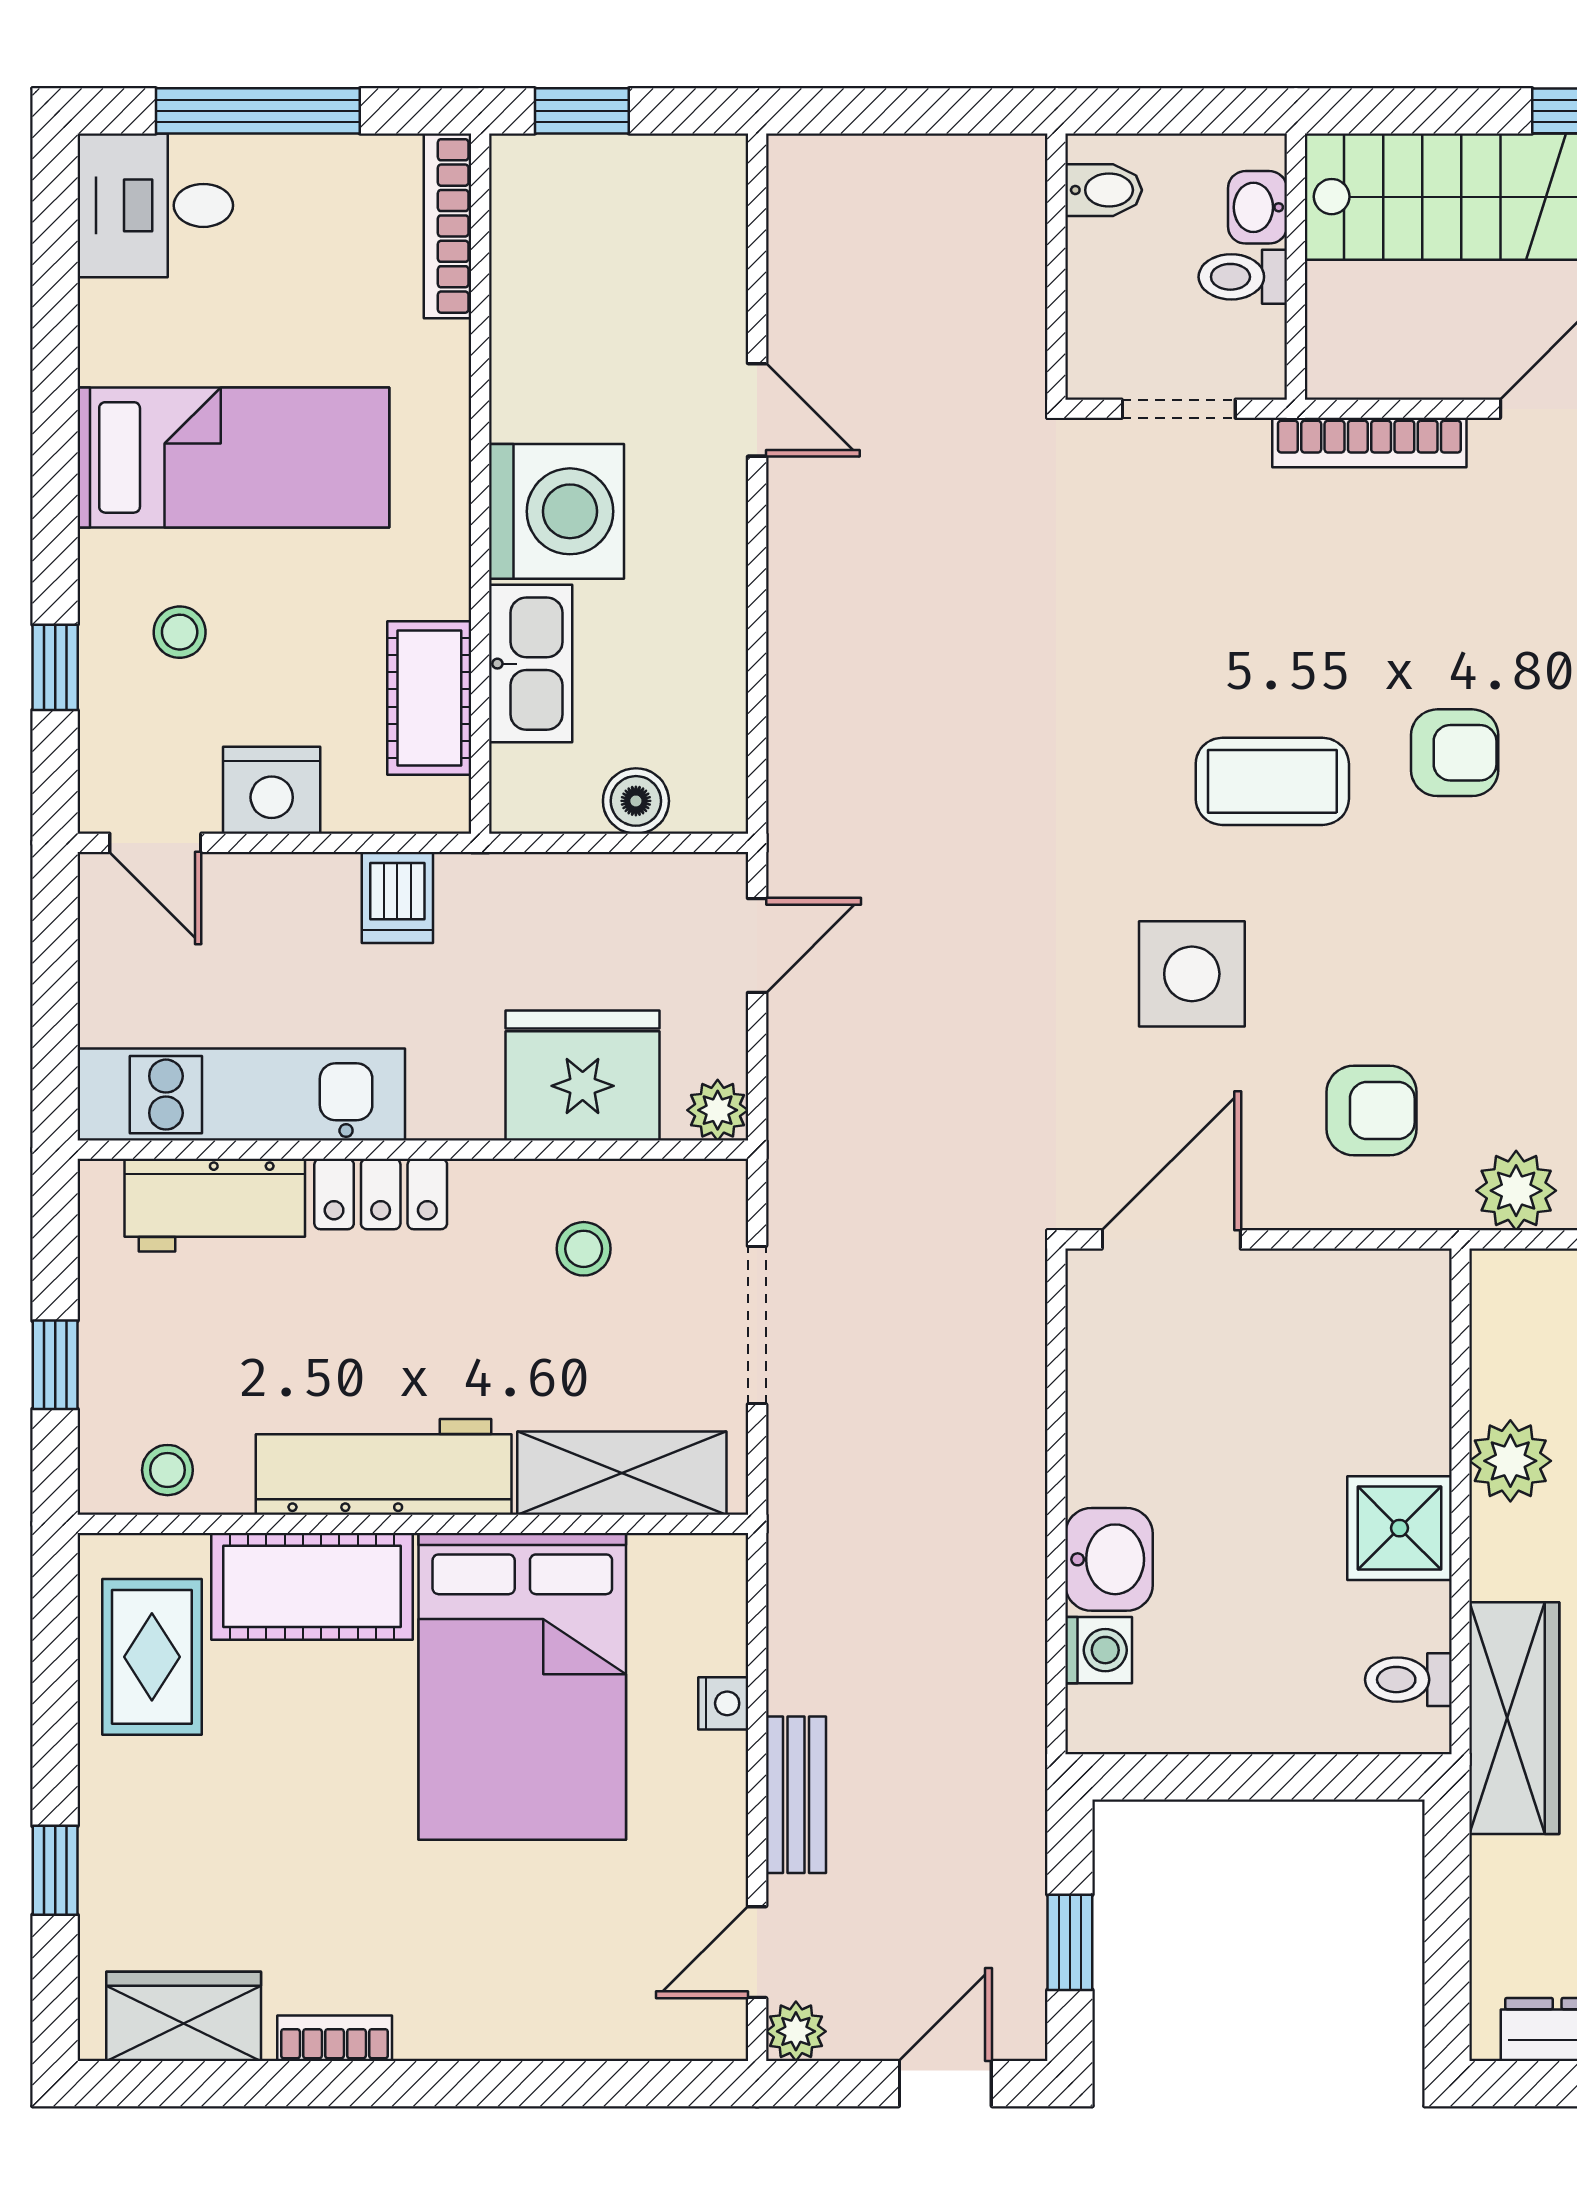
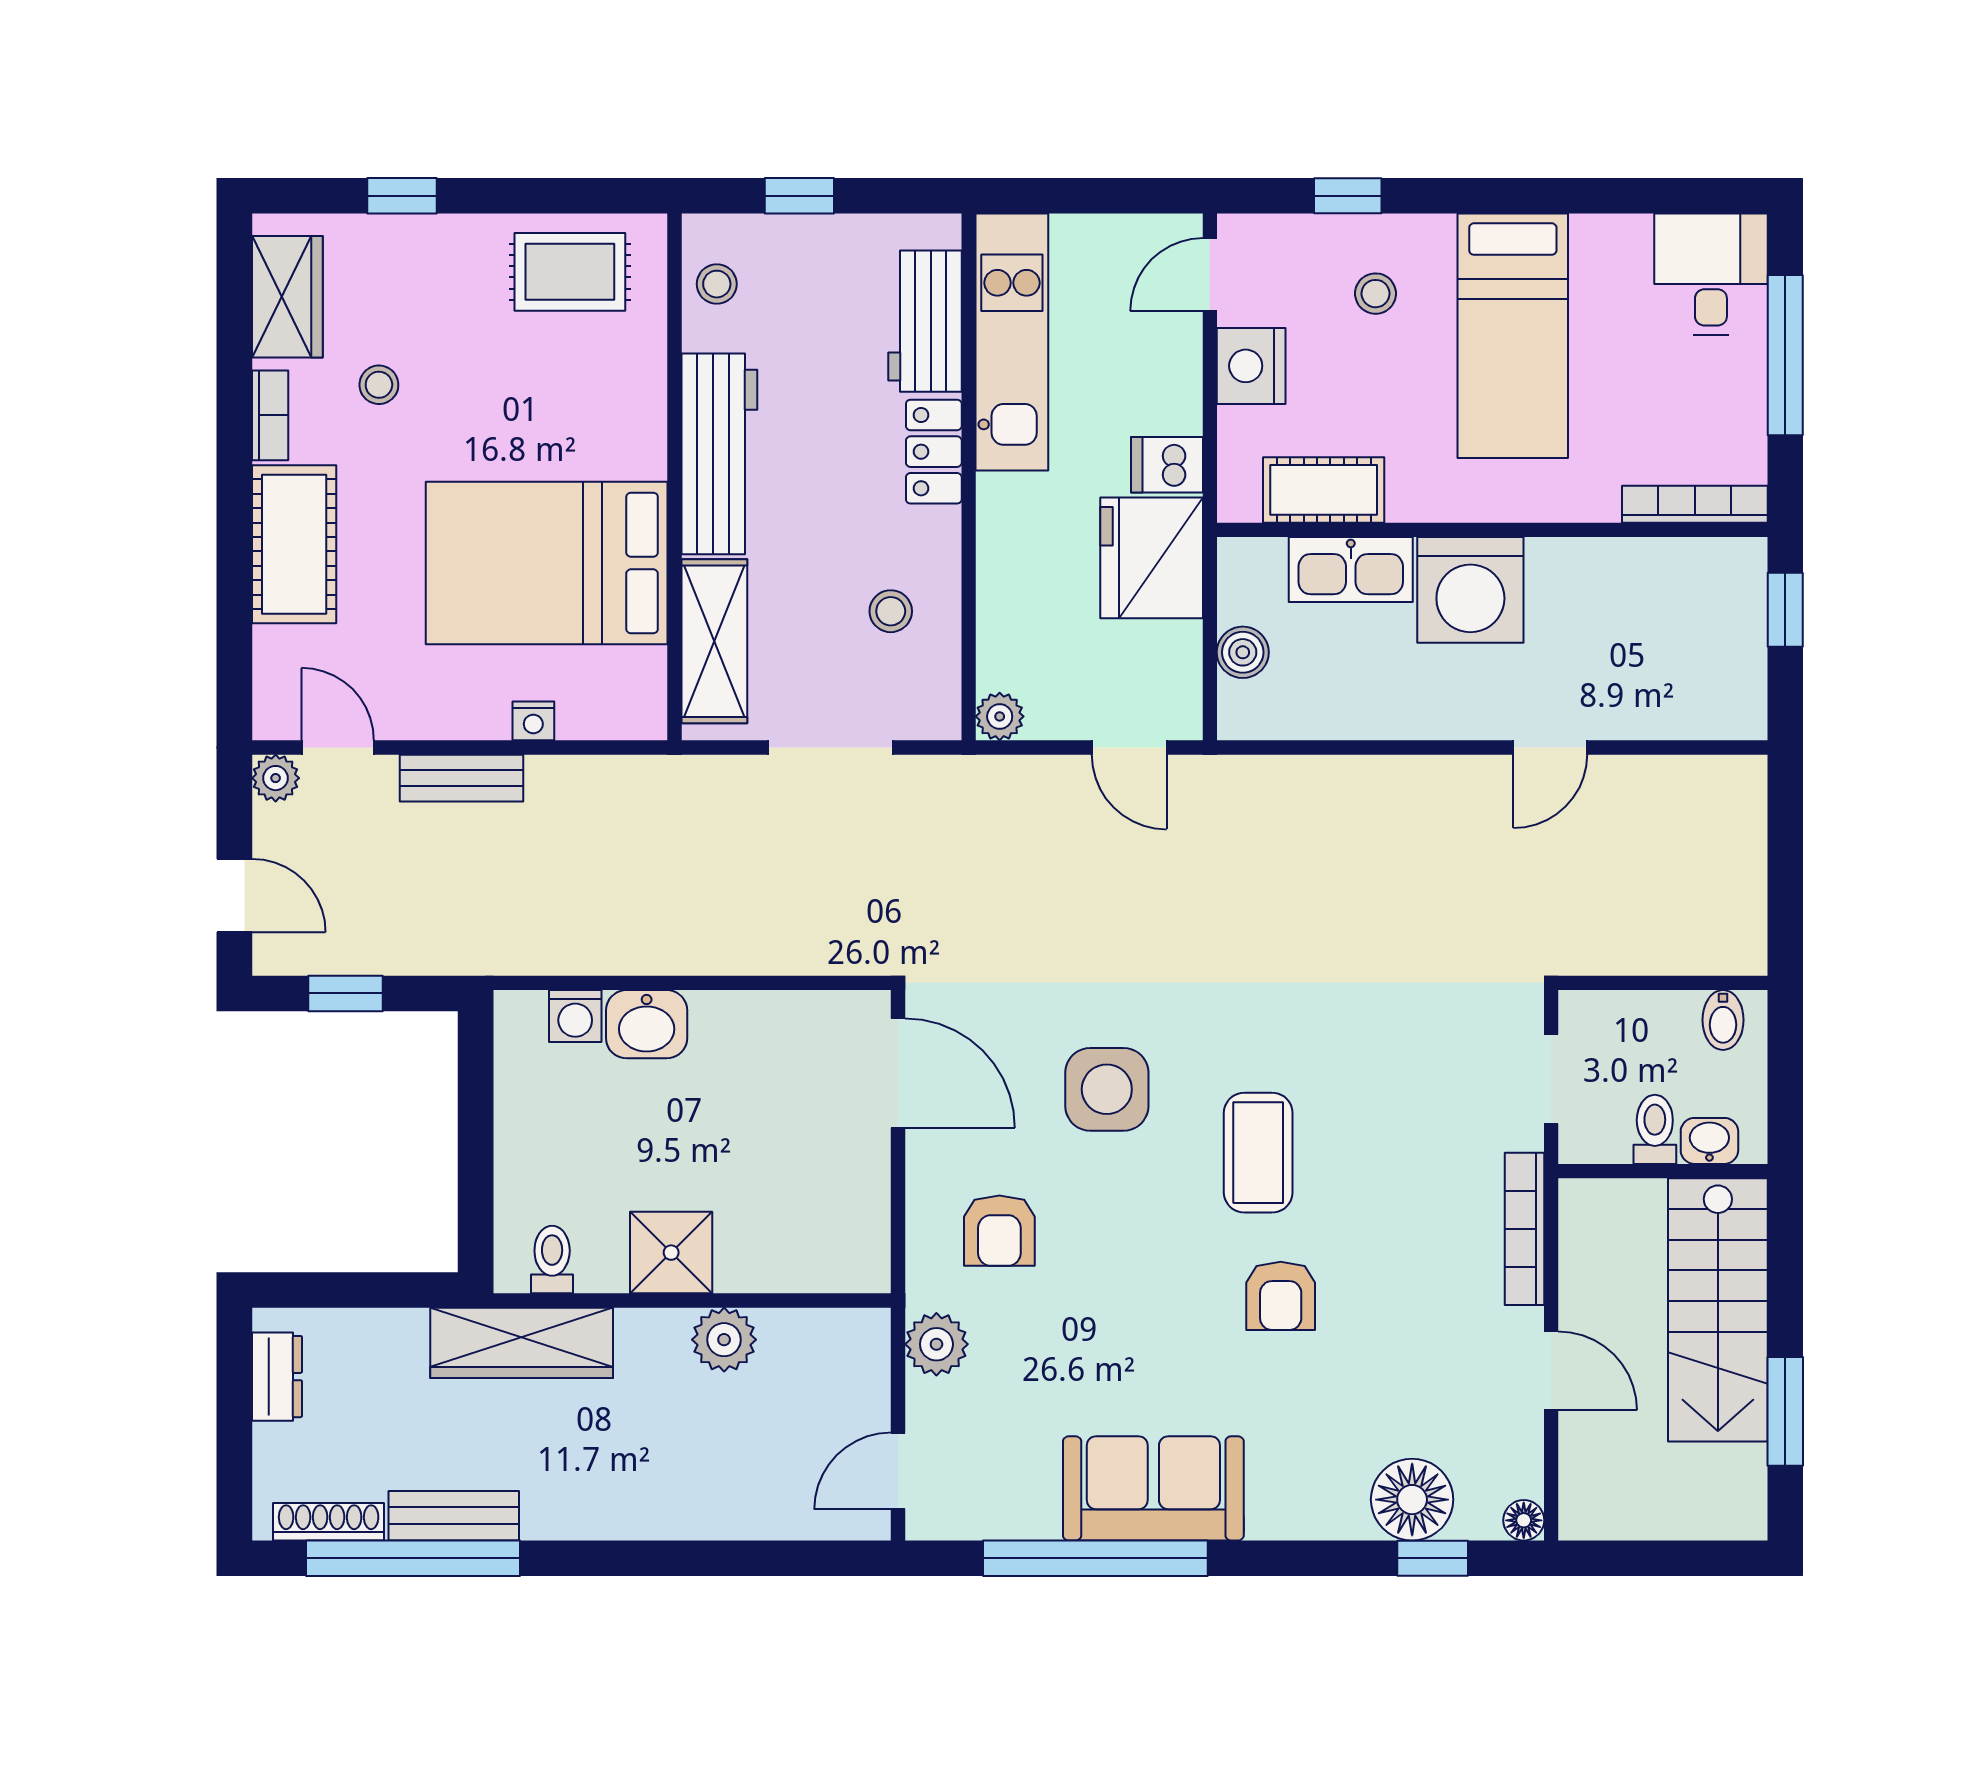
fridge: (583, 1076) -> (1152, 558), moved, turned 180
cot: (312, 1586) -> (294, 544), moved
stool: (296, 1900) -> (379, 385), added

